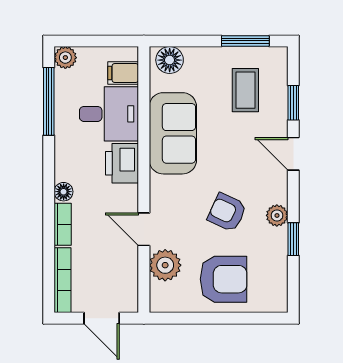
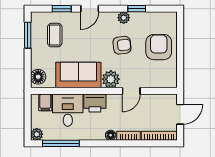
coffee table: (245, 90) -> (55, 35), turned 90
armchair: (227, 212) -> (122, 45), turned -122
plant: (165, 265) -> (111, 79), moved

